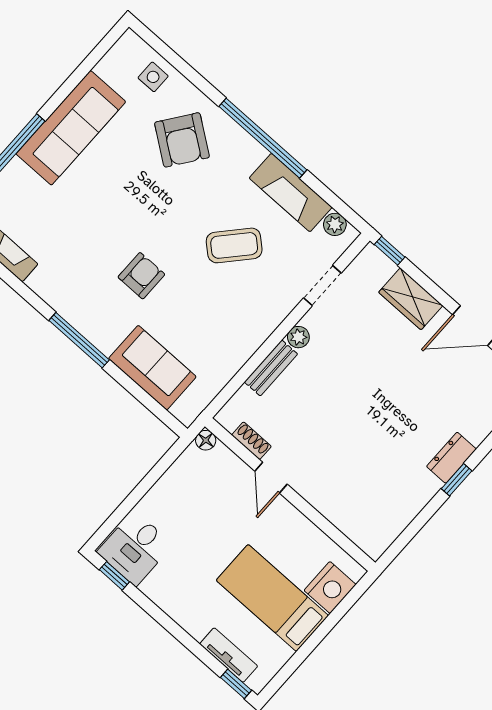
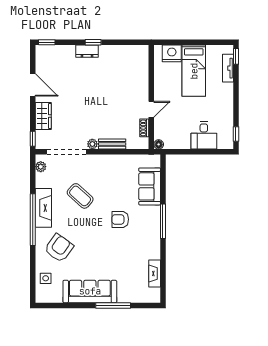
fireplace: (291, 193) -> (43, 208), moved
doorway: (322, 286) -> (66, 152), width x1.87
desk: (135, 548) -> (204, 135), moved, turned 90

